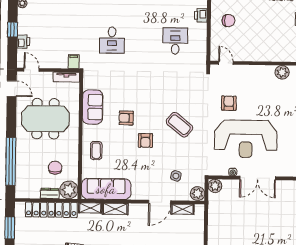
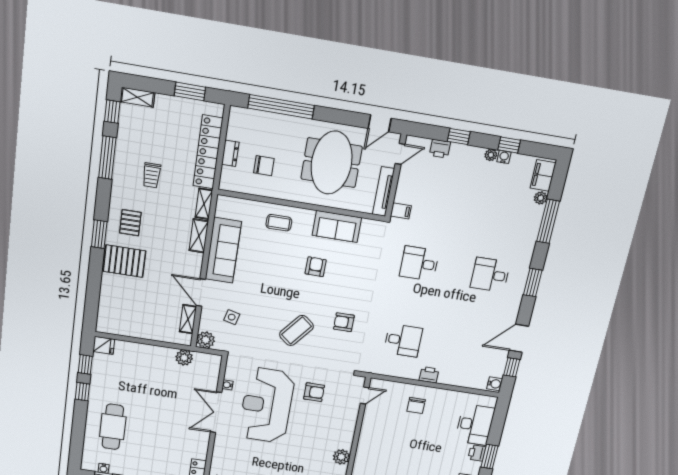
tv unit: (66, 77) -> (383, 192), width x1.41
armchair: (145, 141) -> (344, 322), moved
plant: (215, 186) -> (184, 358), moved
sofa: (106, 189) -> (223, 250), moved
plant: (69, 190) -> (232, 180), removed

